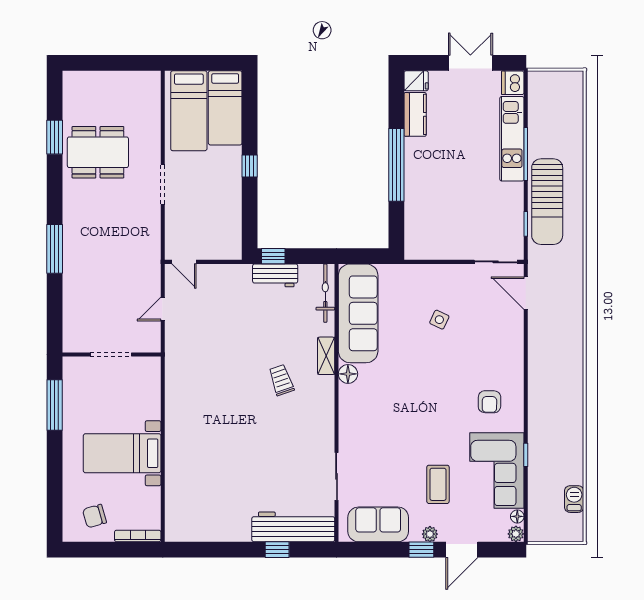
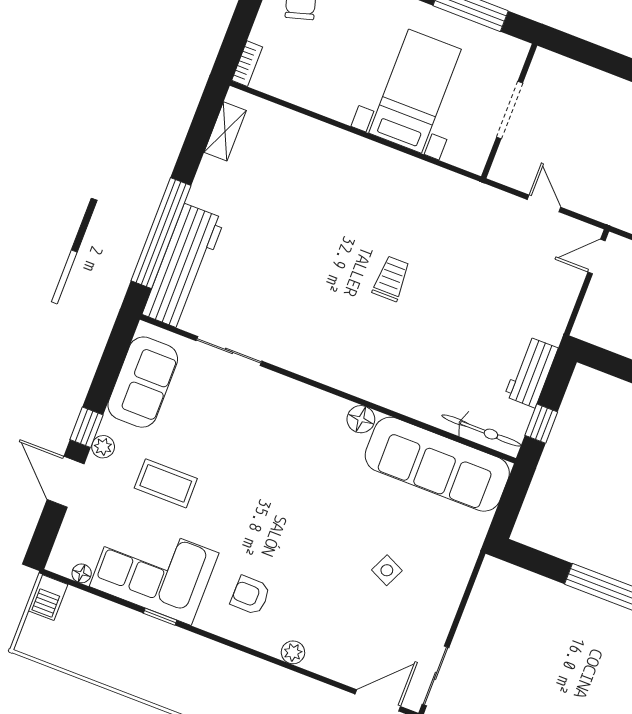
window: (273, 256) -> (541, 424), moved
shelving: (326, 356) -> (225, 131), moved, turned 90
trolley: (281, 380) -> (391, 279), moved, turned -71
bed with nightstands: (122, 453) -> (415, 91), moved
barbecue: (574, 499) -> (48, 598), moved, turned 90
plant: (516, 534) -> (293, 652), moved
bookcase: (138, 536) -> (247, 64), width x0.64
window: (277, 550) -> (161, 233), width x3.17

